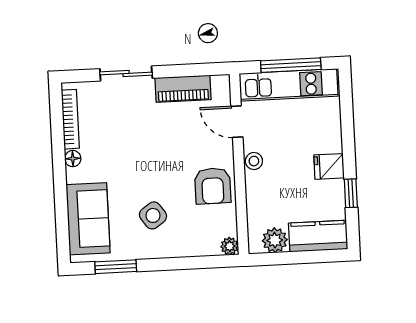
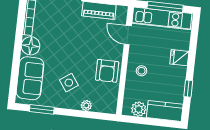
floor lamp: (73, 159) -> (31, 46), width x1.89, depth x1.89
stool: (254, 161) -> (141, 71), moved
fridge: (329, 166) -> (179, 58), moved
plant: (230, 246) -> (86, 105), moved

